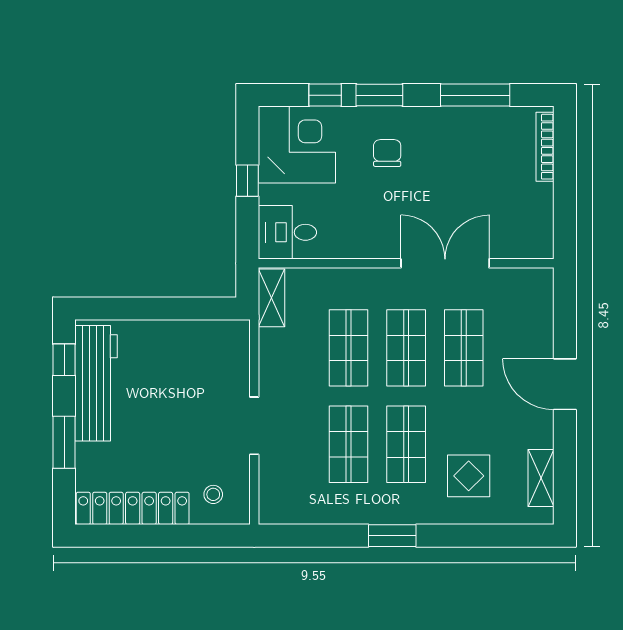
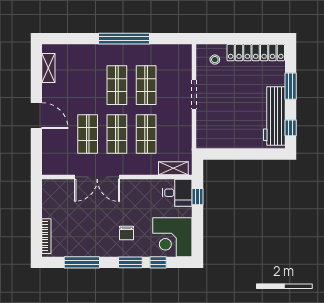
window: (247, 181) -> (197, 197), moved
shelving: (271, 298) -> (173, 168), moved, turned 90
display table: (469, 476) -> (85, 69), removed
window: (392, 536) -> (124, 39), width x2.11

